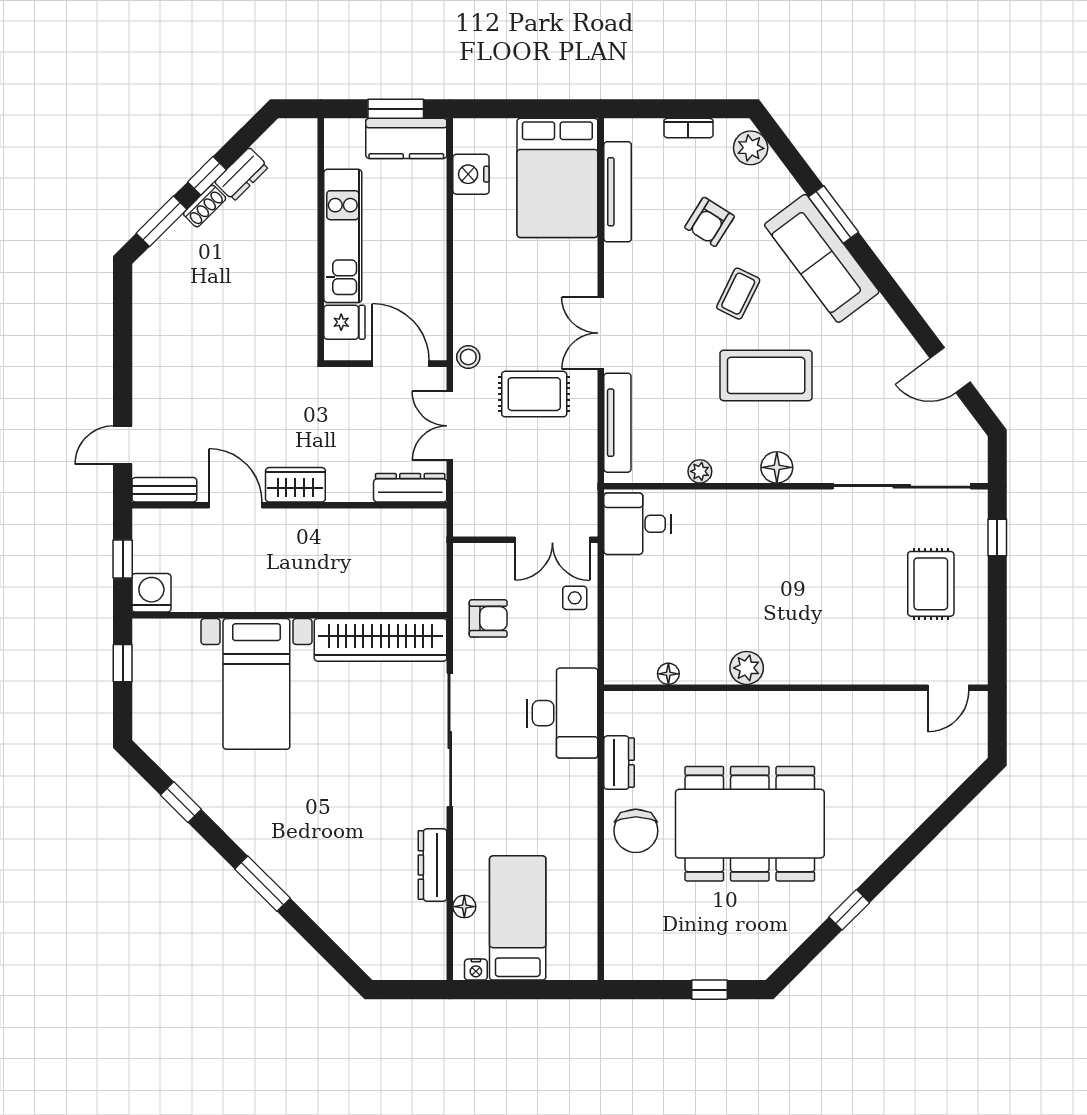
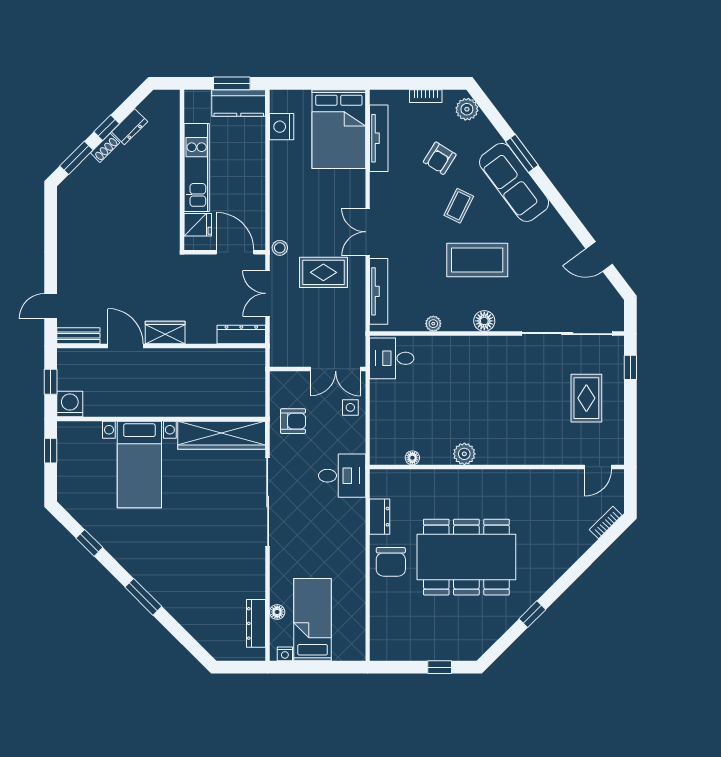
desk: (562, 713) -> (342, 476), width x0.73
bookcase: (960, 771) -> (606, 523), added
dresser: (432, 865) -> (256, 623), moved

